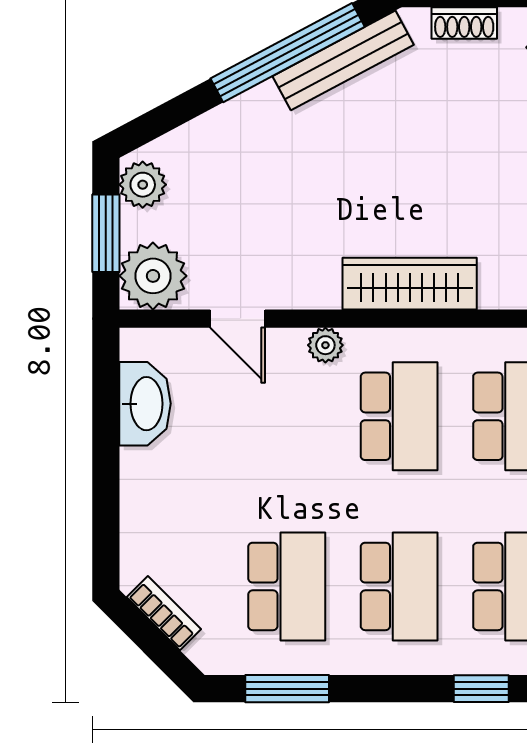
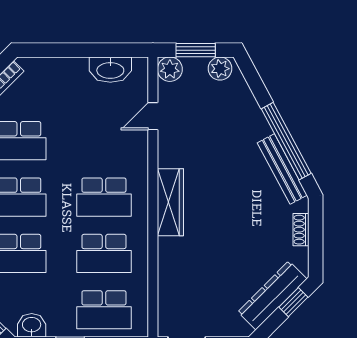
plant: (153, 276) -> (170, 69), width x0.73, depth x0.73
plant: (325, 345) -> (140, 160), removed

